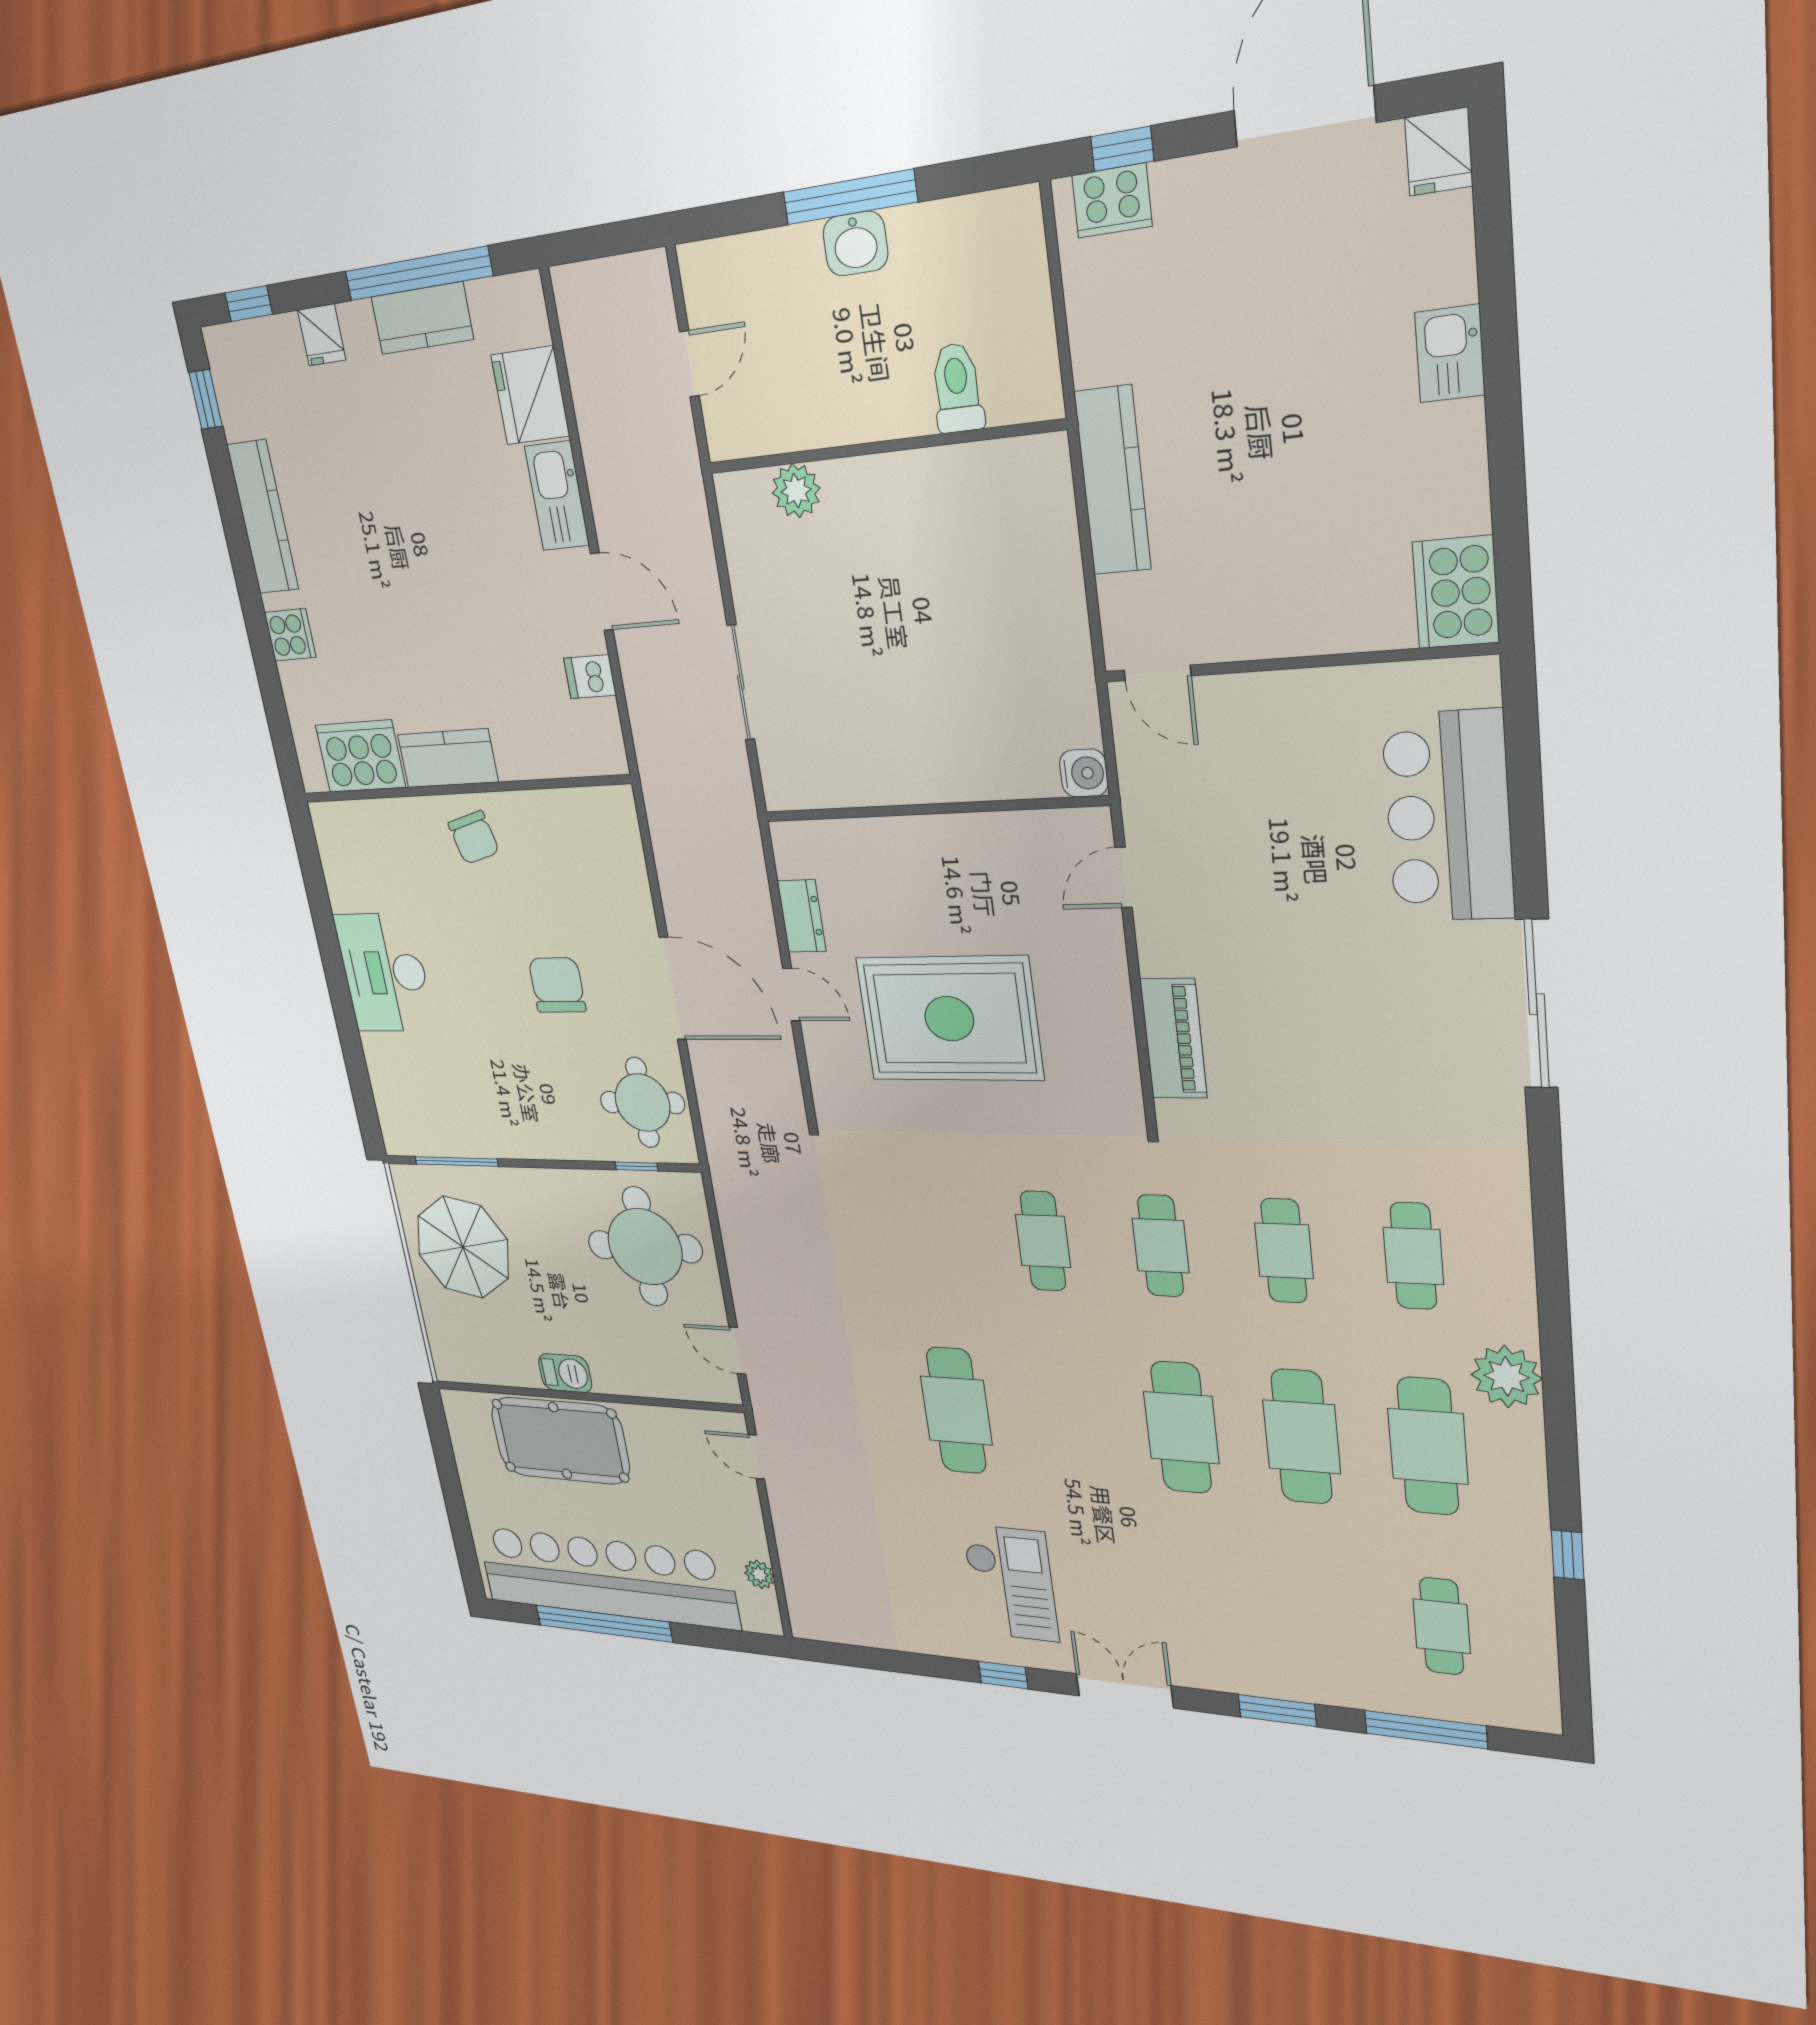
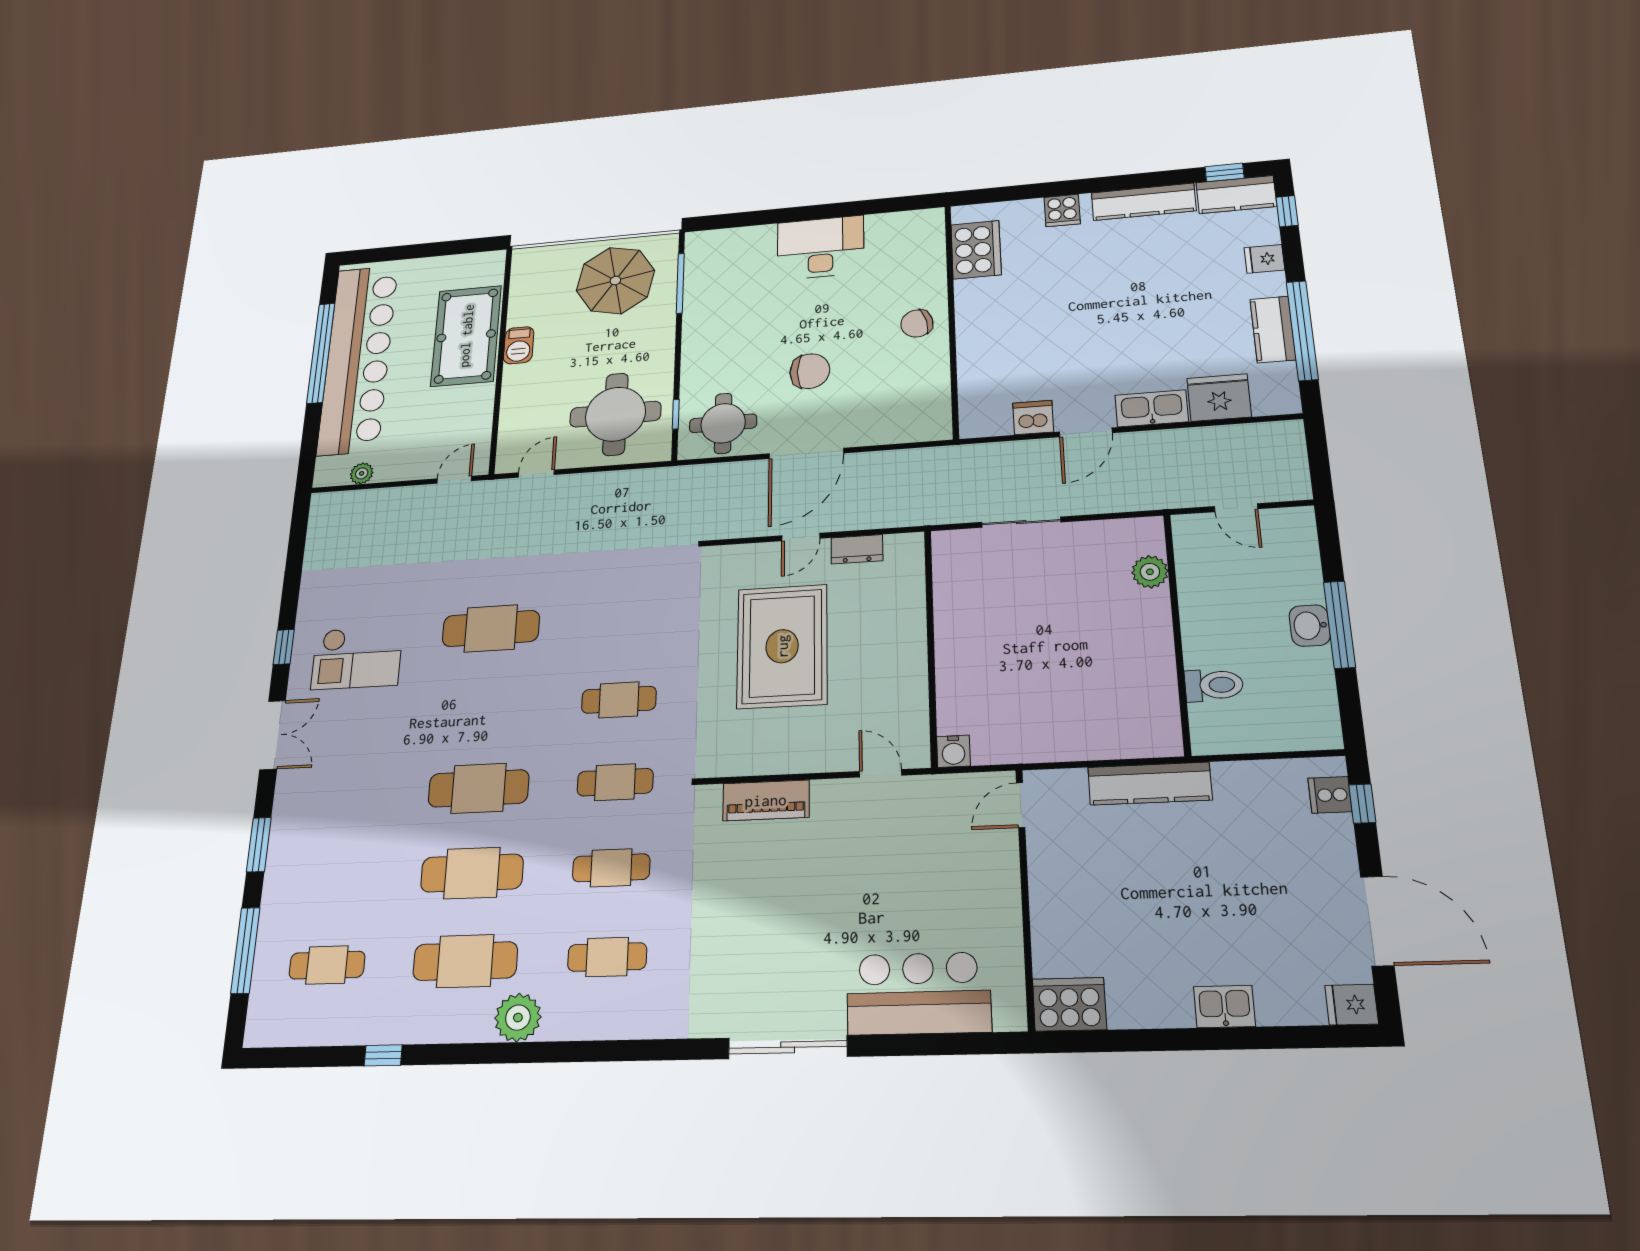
cooker: (1112, 201) -> (1330, 795), width x0.73
dishwasher: (590, 677) -> (1033, 418), width x1.38
kitchen counter: (448, 758) -> (1236, 195), moved, turned 90

